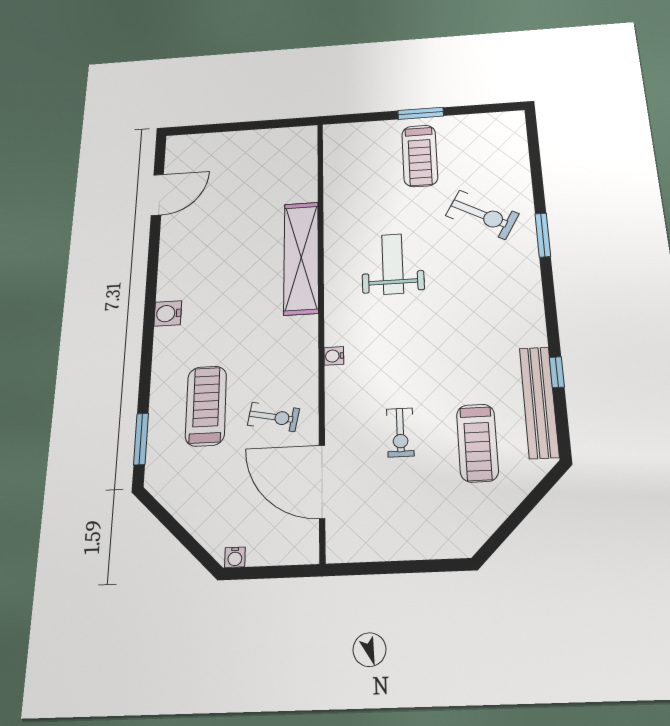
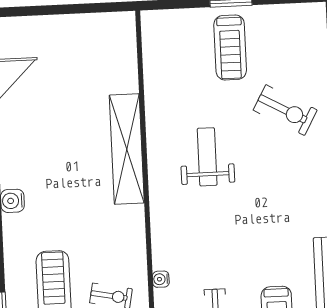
water cooler: (334, 356) -> (161, 279), moved

